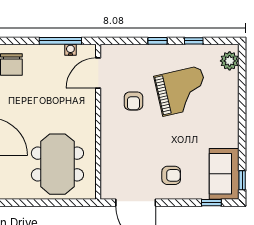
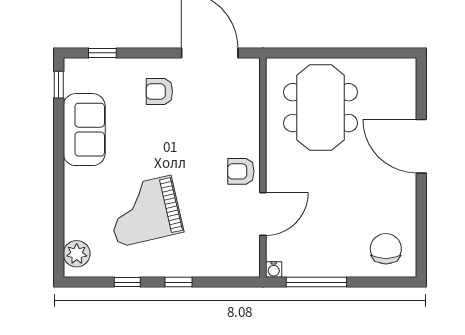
water cooler: (70, 50) -> (274, 270), moved
door: (98, 73) -> (263, 214), moved
armchair: (133, 101) -> (241, 171), moved, turned -90
sofa: (224, 174) -> (84, 130), moved

